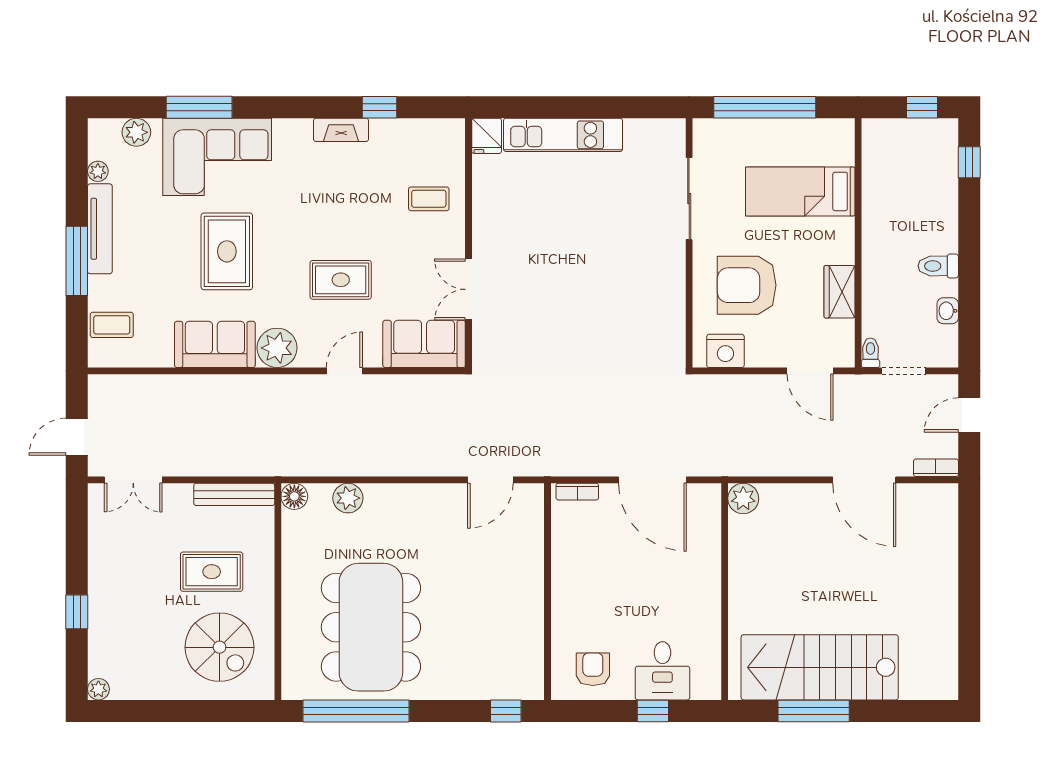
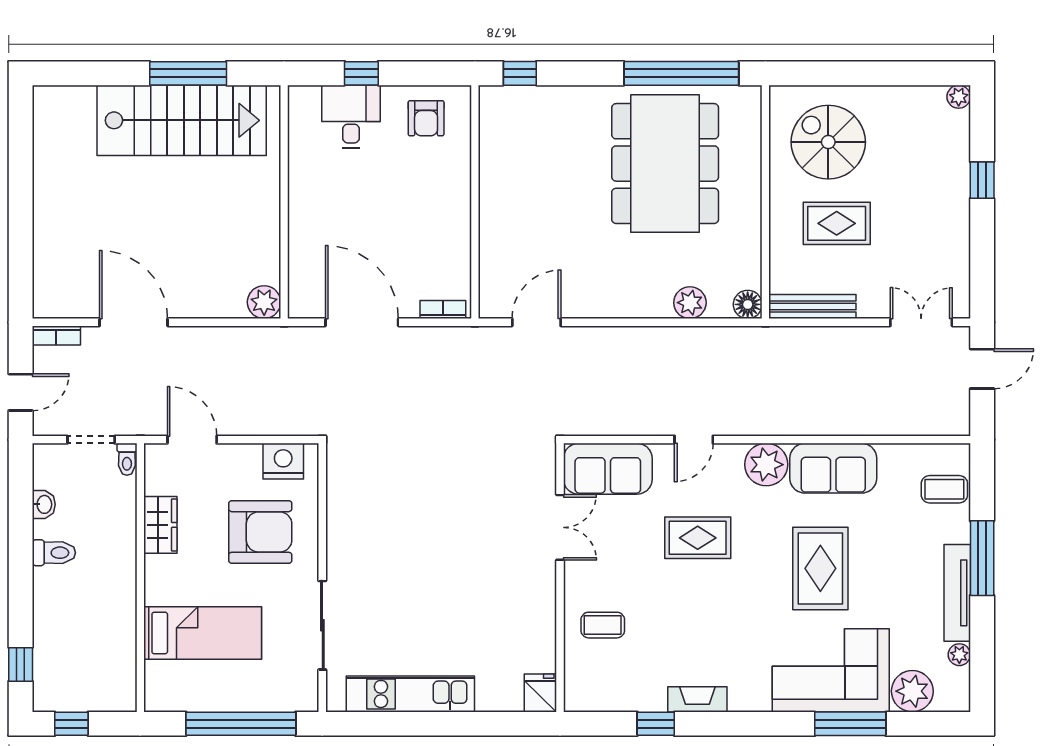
plant: (136, 132) -> (912, 691), width x1.36, depth x1.36
kitchen unit: (563, 135) -> (410, 694), moved

